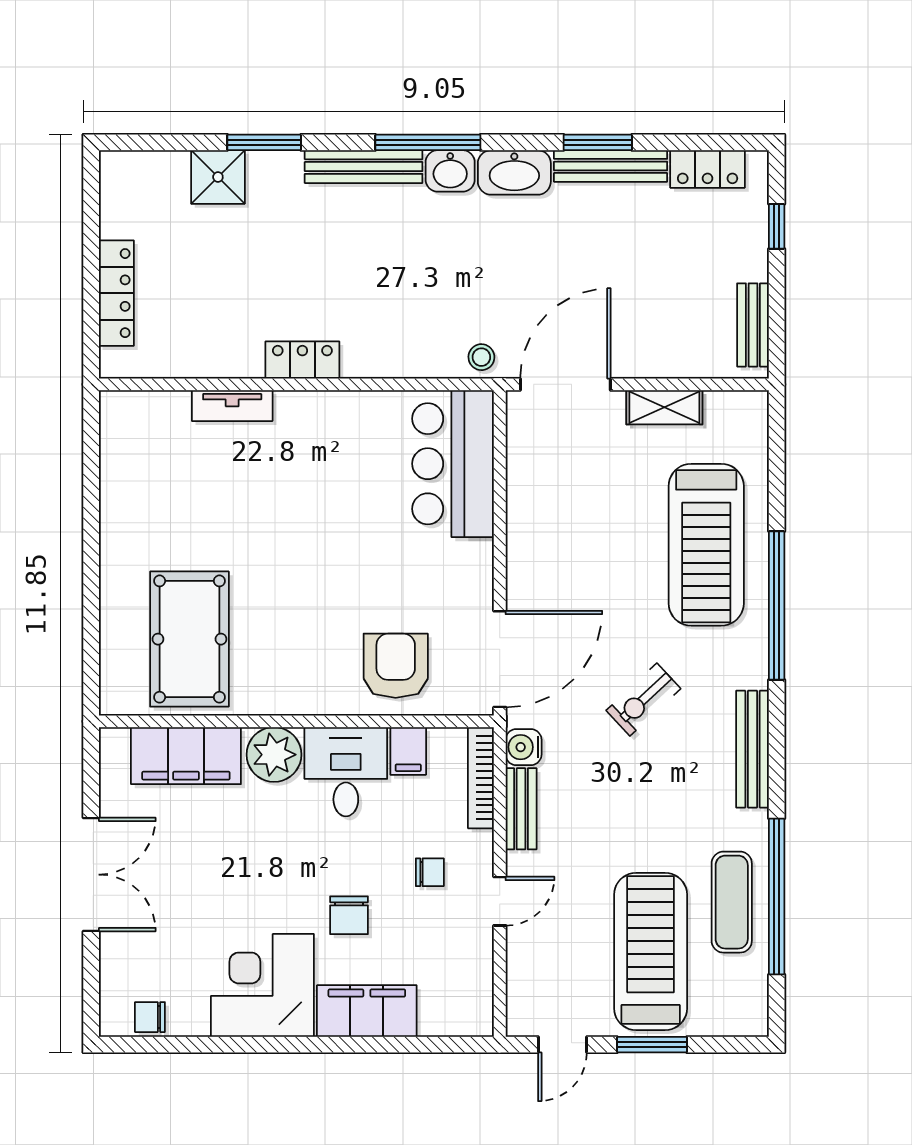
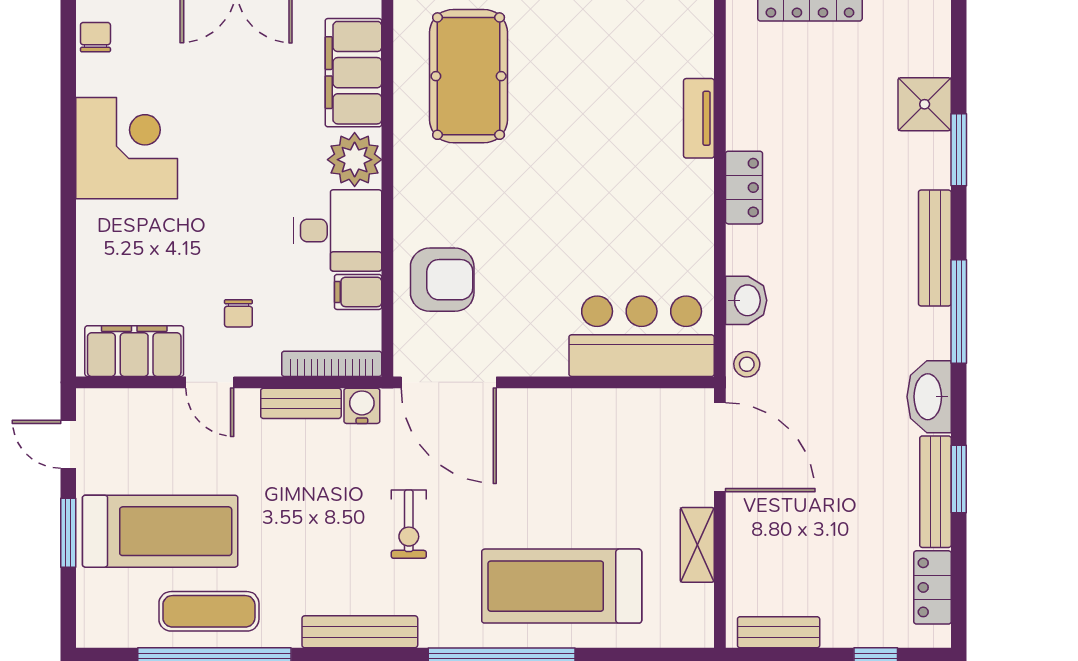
washbasin: (450, 171) -> (746, 300), moved, turned 180
pool table: (189, 639) -> (469, 76), turned 90
exercise bike: (643, 700) -> (409, 524), turned -137
chair: (349, 915) -> (196, 234), removed
filing cabinet: (367, 1011) -> (134, 351), moved, turned -90

